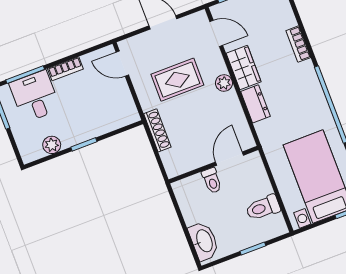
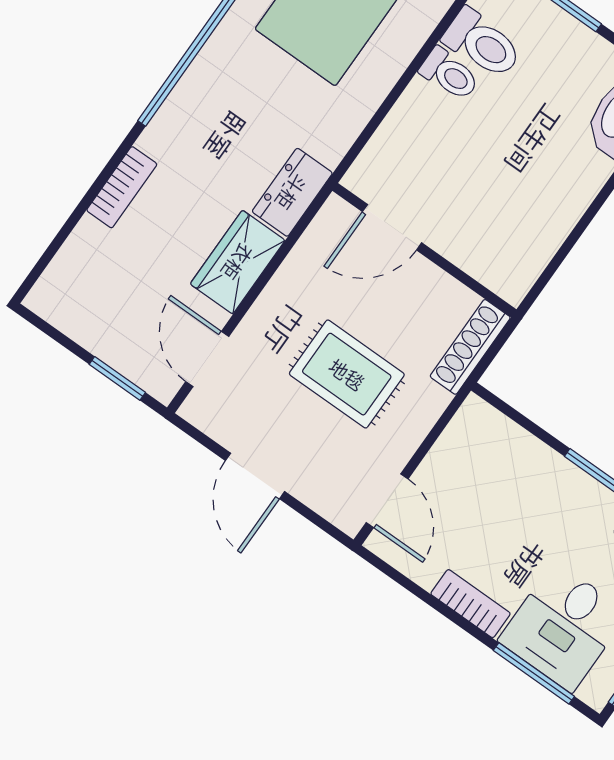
plant: (224, 83) -> (293, 280), removed
door: (229, 159) -> (392, 227), moved
wall: (213, 165) -> (424, 250), moved
toilet: (212, 181) -> (449, 74), moved, turned 90

